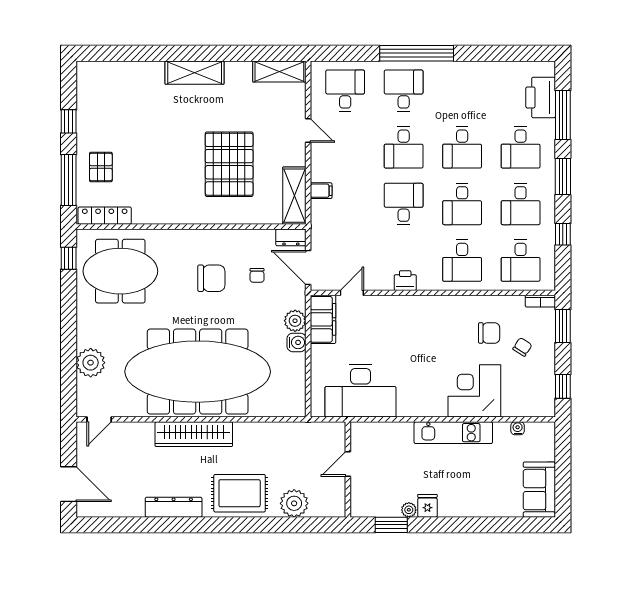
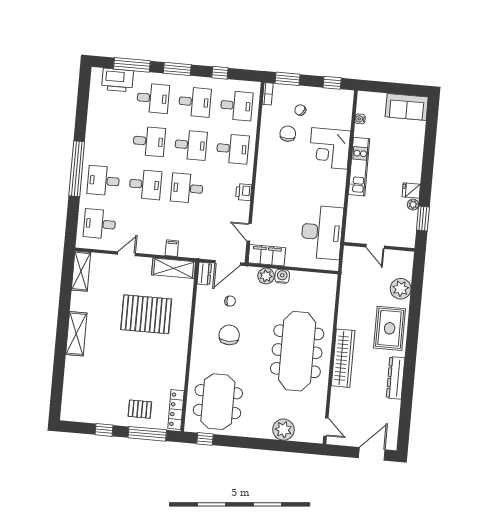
meeting table: (198, 372) -> (297, 351), width x0.73, depth x0.79

